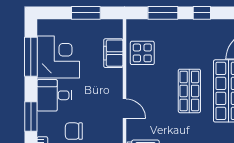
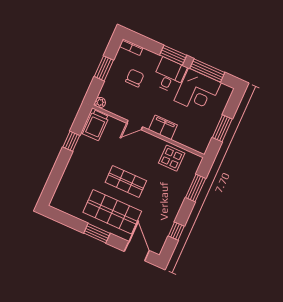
window: (202, 13) -> (176, 231), moved
filing cabinet: (113, 53) -> (163, 127), moved
window: (31, 116) -> (173, 55), moved

